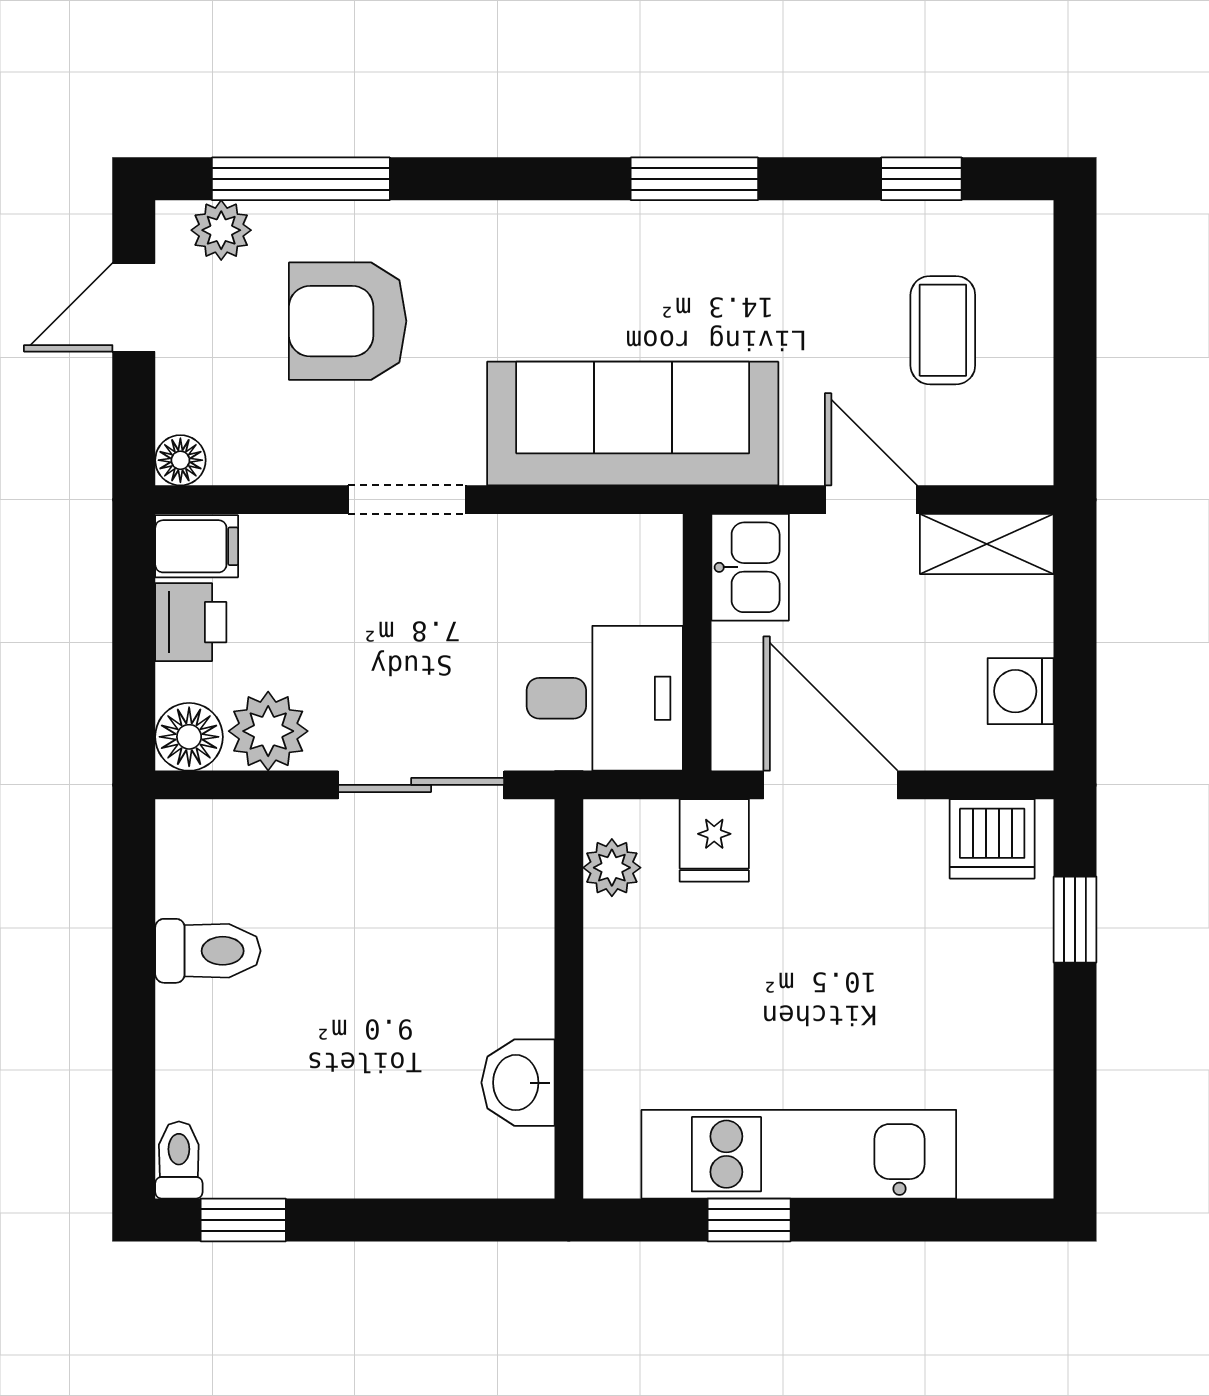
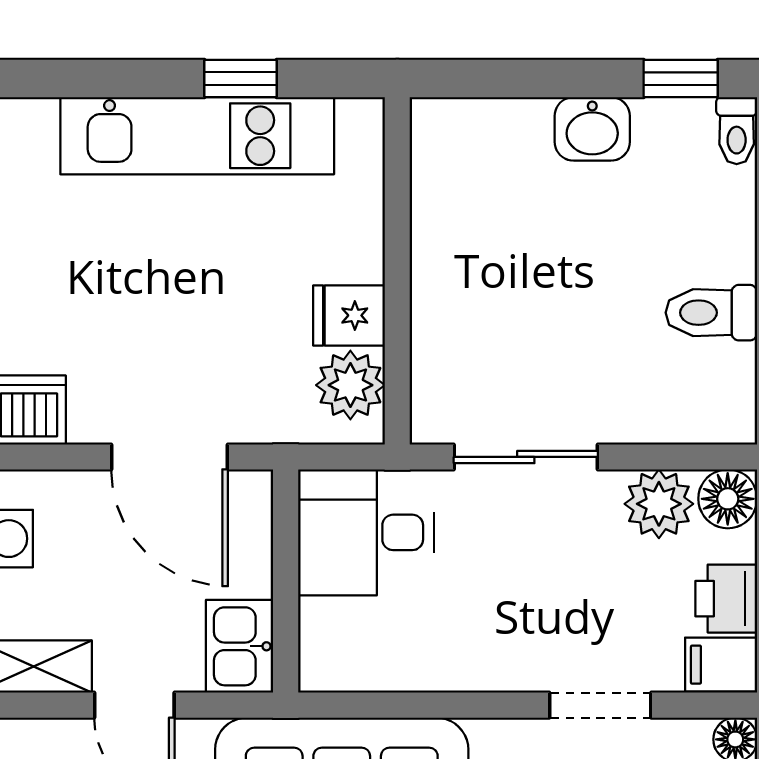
doorway: (407, 500) -> (600, 705), moved
fridge: (714, 840) -> (349, 315), moved, turned -90
plant: (612, 868) -> (350, 385), width x1.38, depth x1.38
washbasin: (518, 1083) -> (592, 129), moved, turned 90

